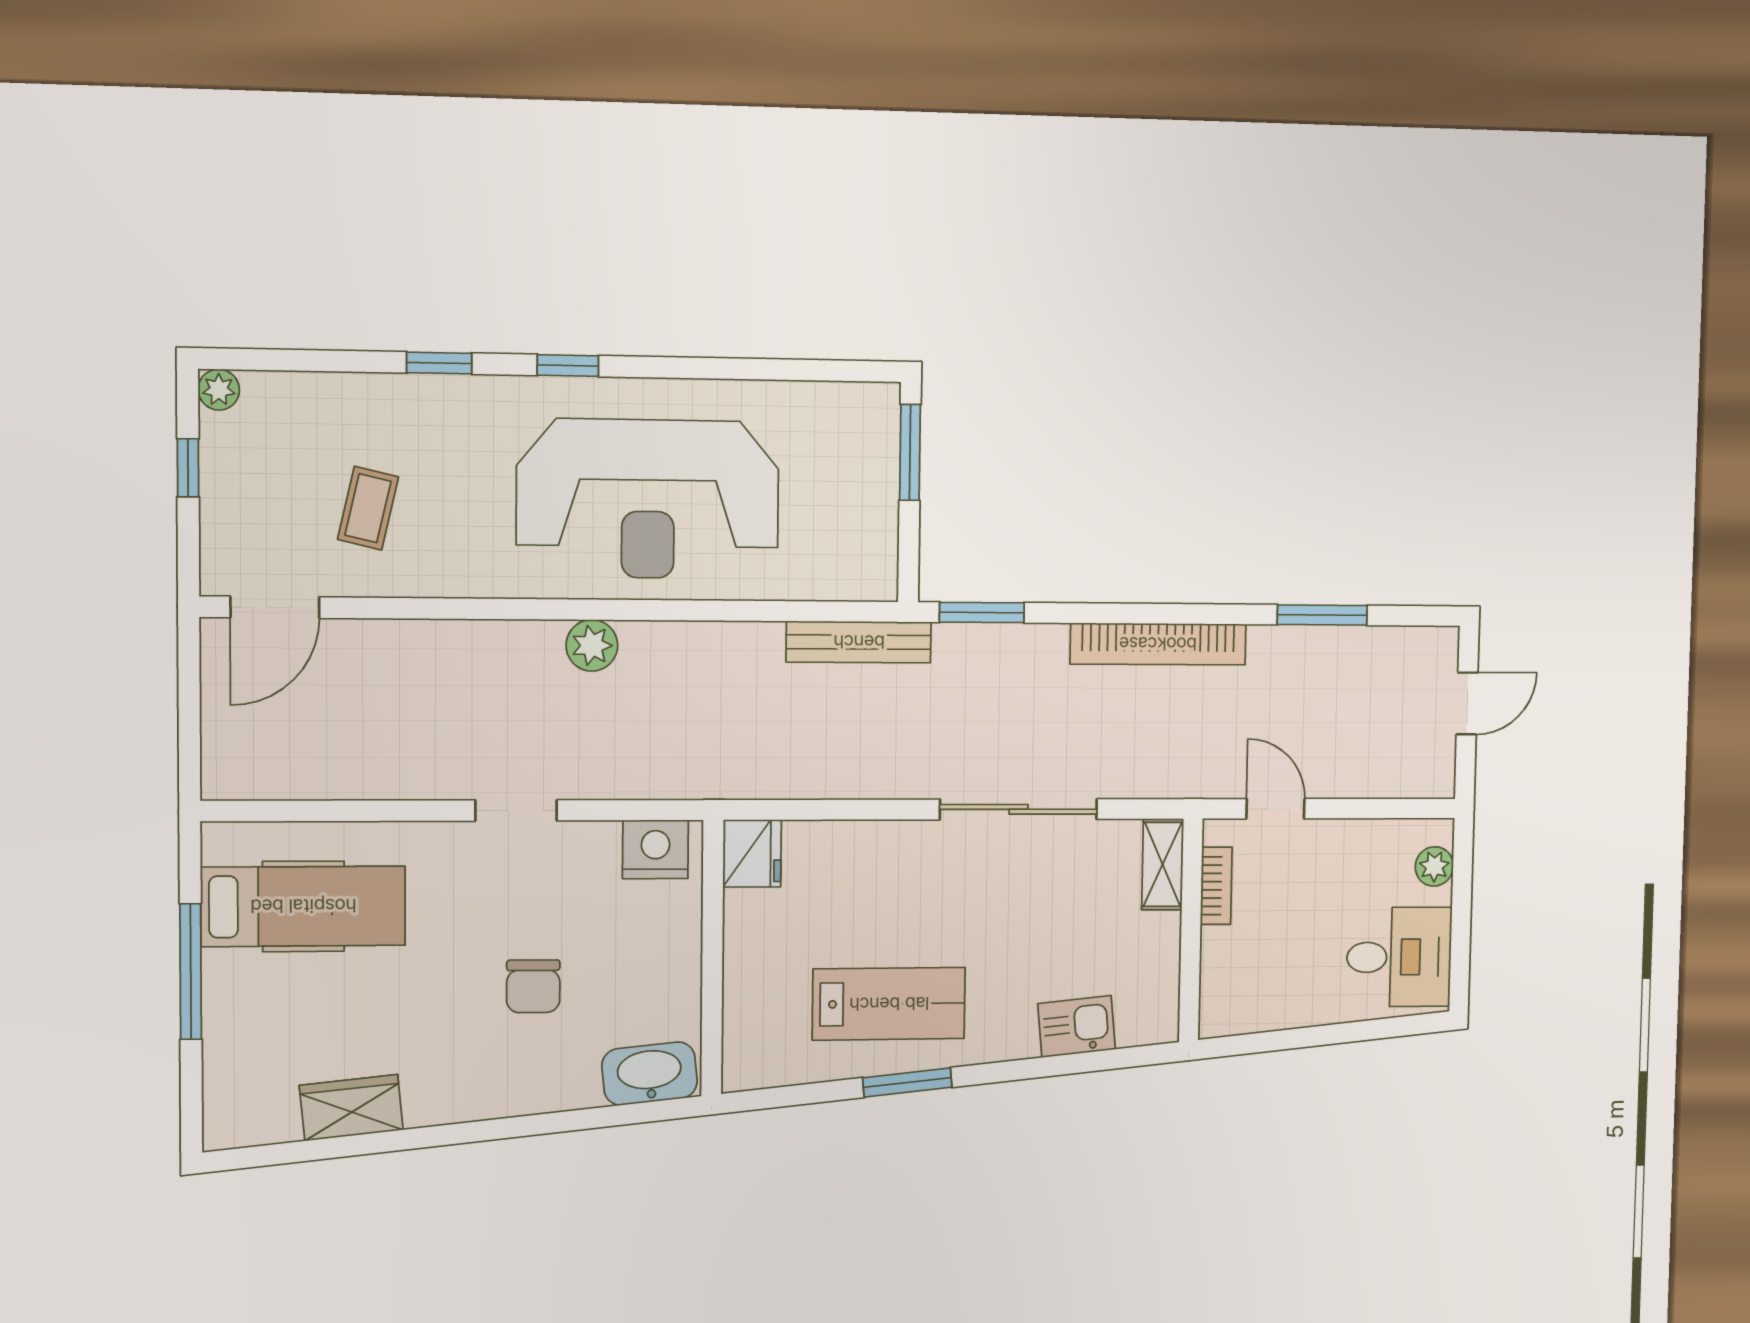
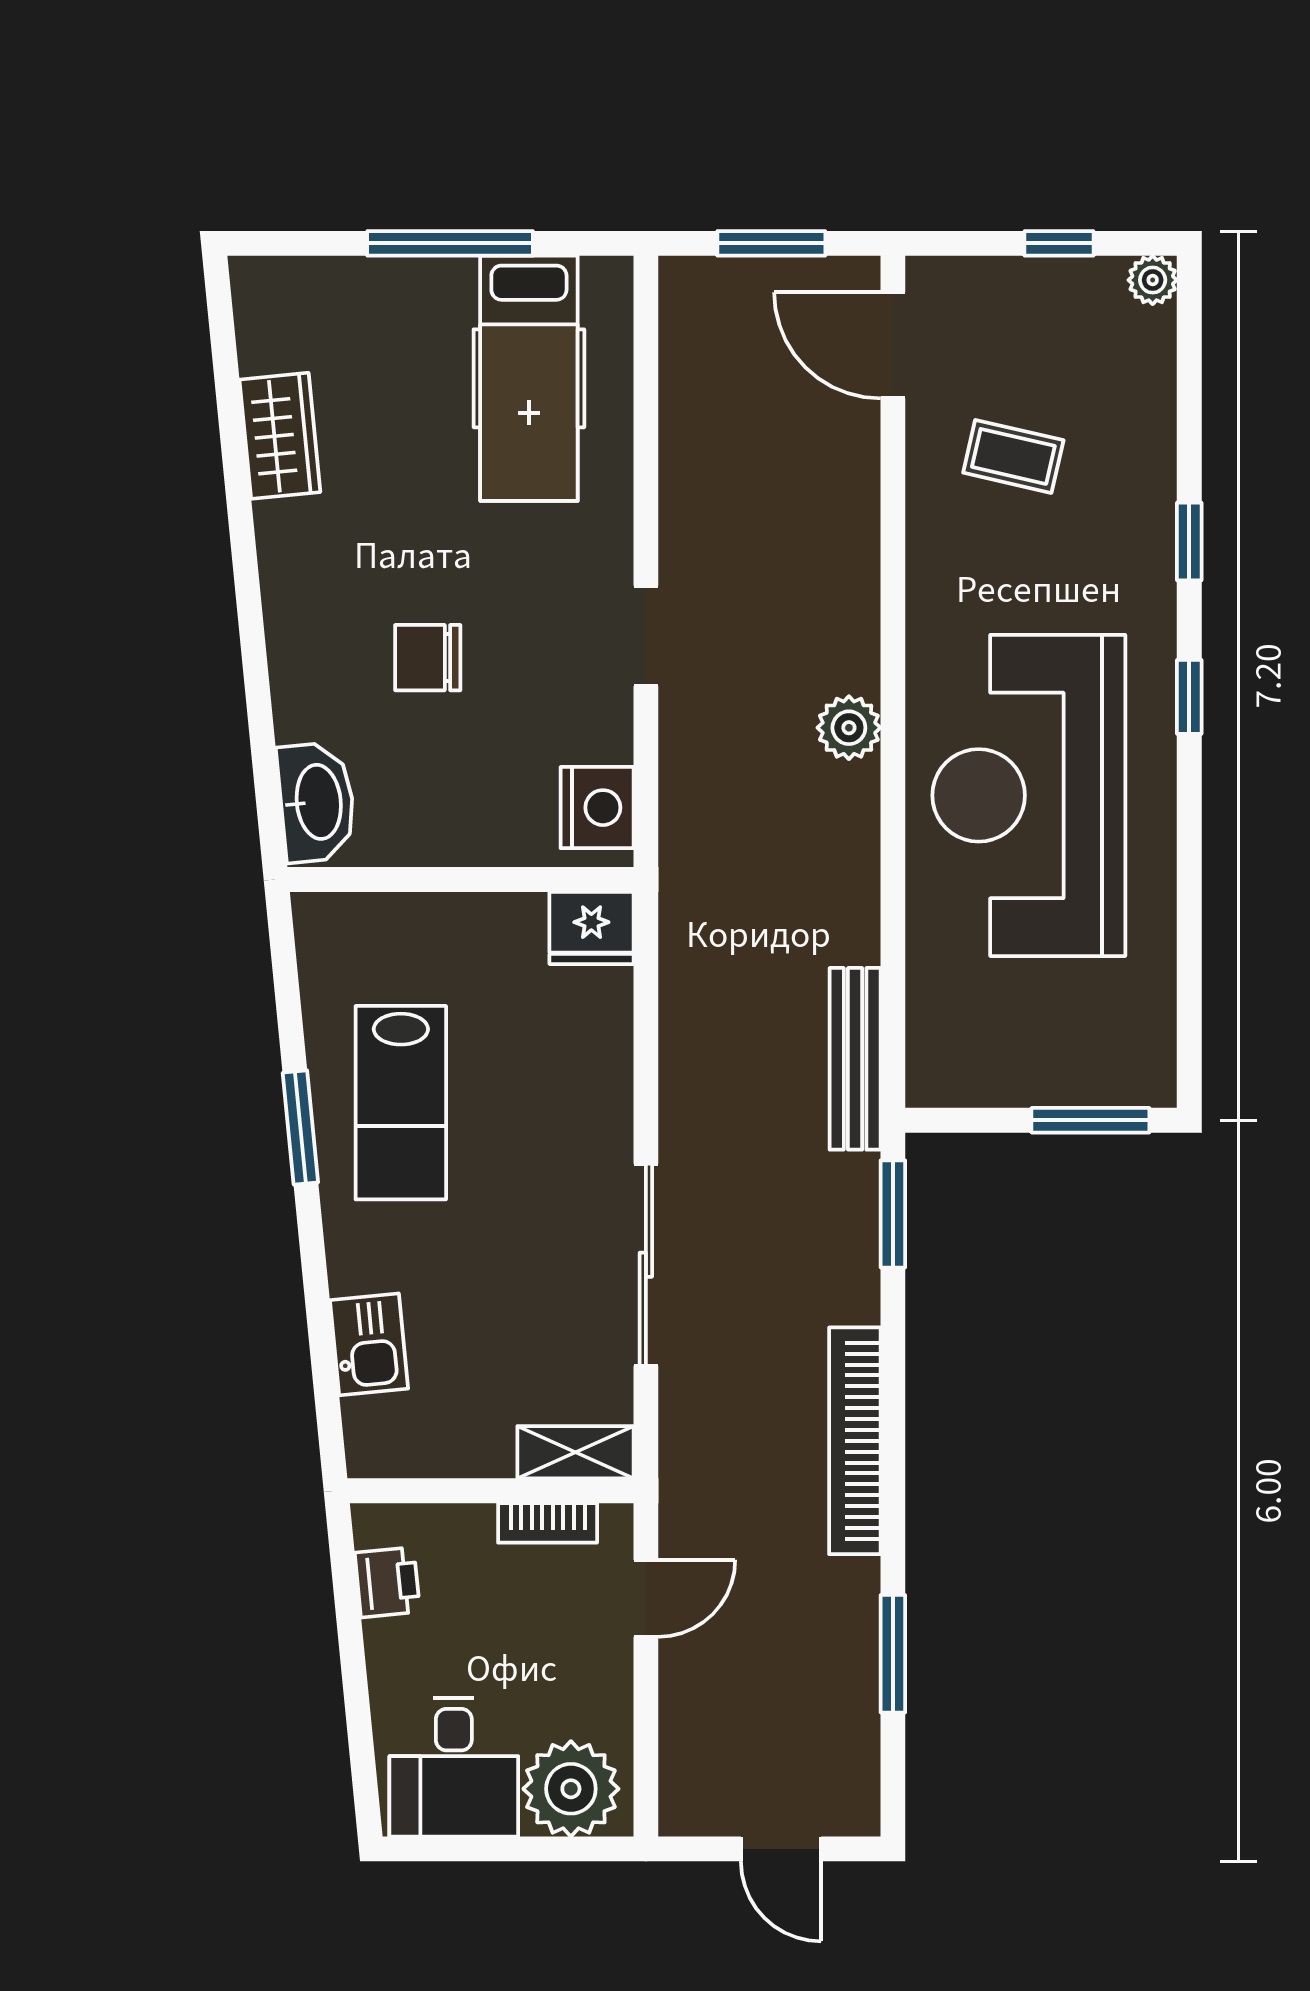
window: (189, 708) -> (771, 243), added
plant: (1434, 866) -> (571, 1789), width x1.87, depth x1.87
printer: (1259, 1010) -> (387, 1582), added

